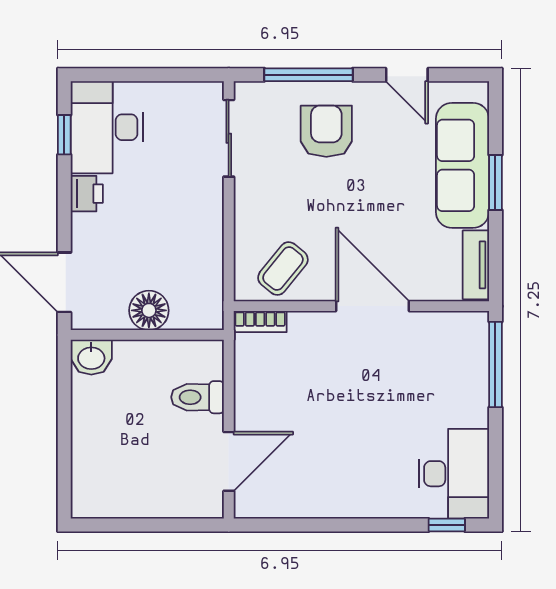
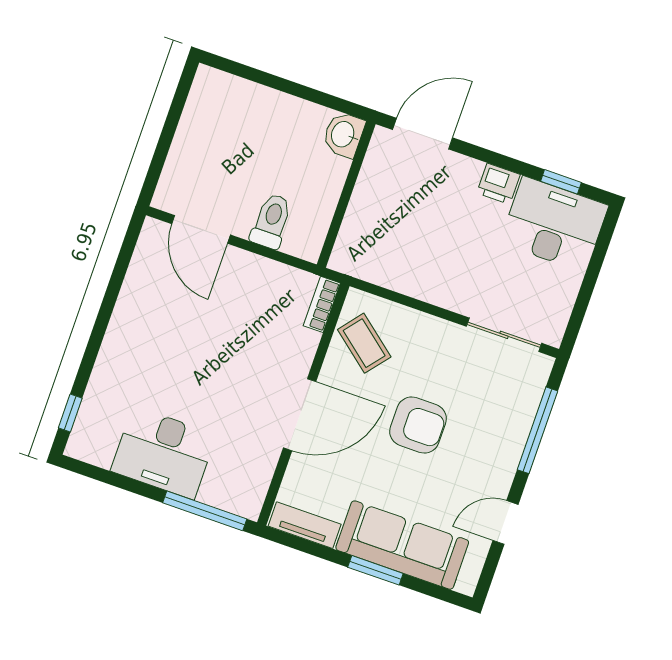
armchair: (326, 131) -> (418, 425), moved
floor lamp: (149, 310) -> (369, 204), removed
desk: (454, 474) -> (164, 453), moved

